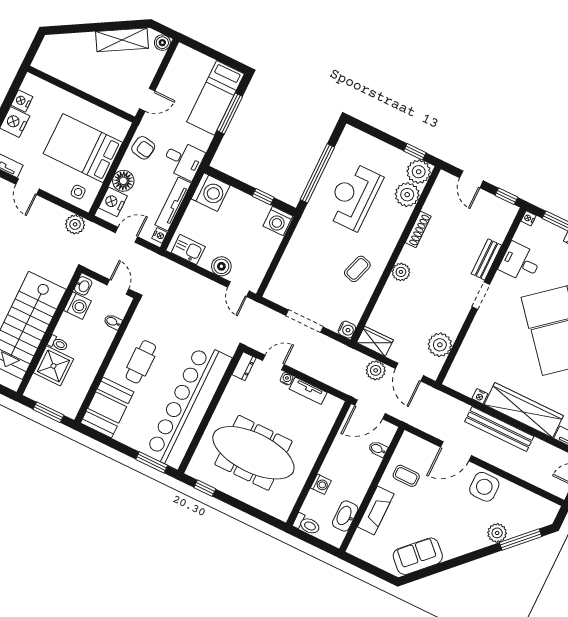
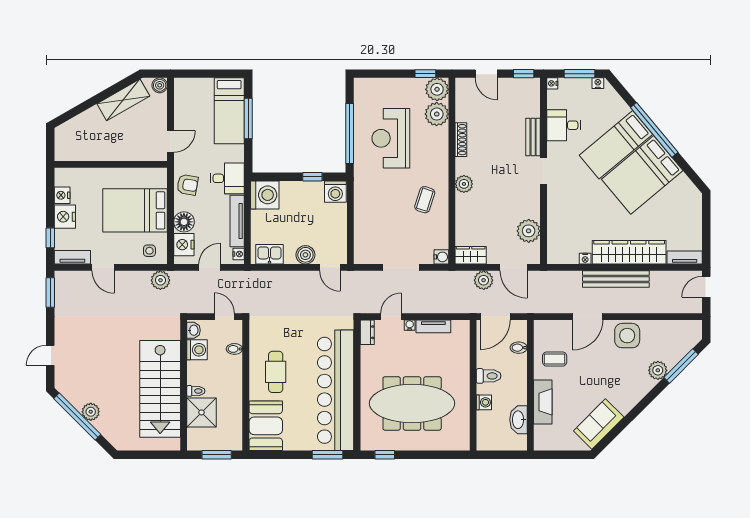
toilet: (307, 524) -> (489, 376), moved

